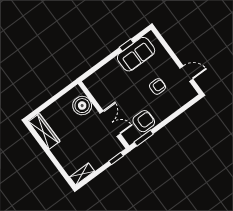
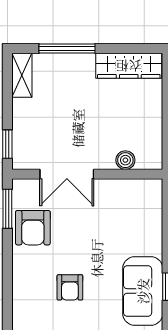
boiler: (82, 106) -> (125, 160), width x0.54, depth x0.54
window: (56, 163) -> (67, 48), added

